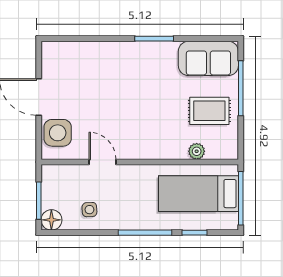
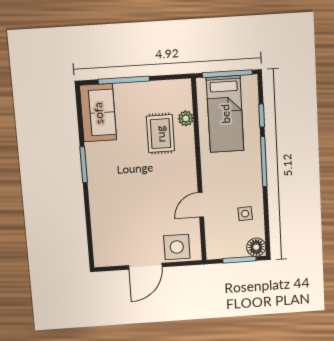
rug: (209, 111) -> (160, 134), moved

